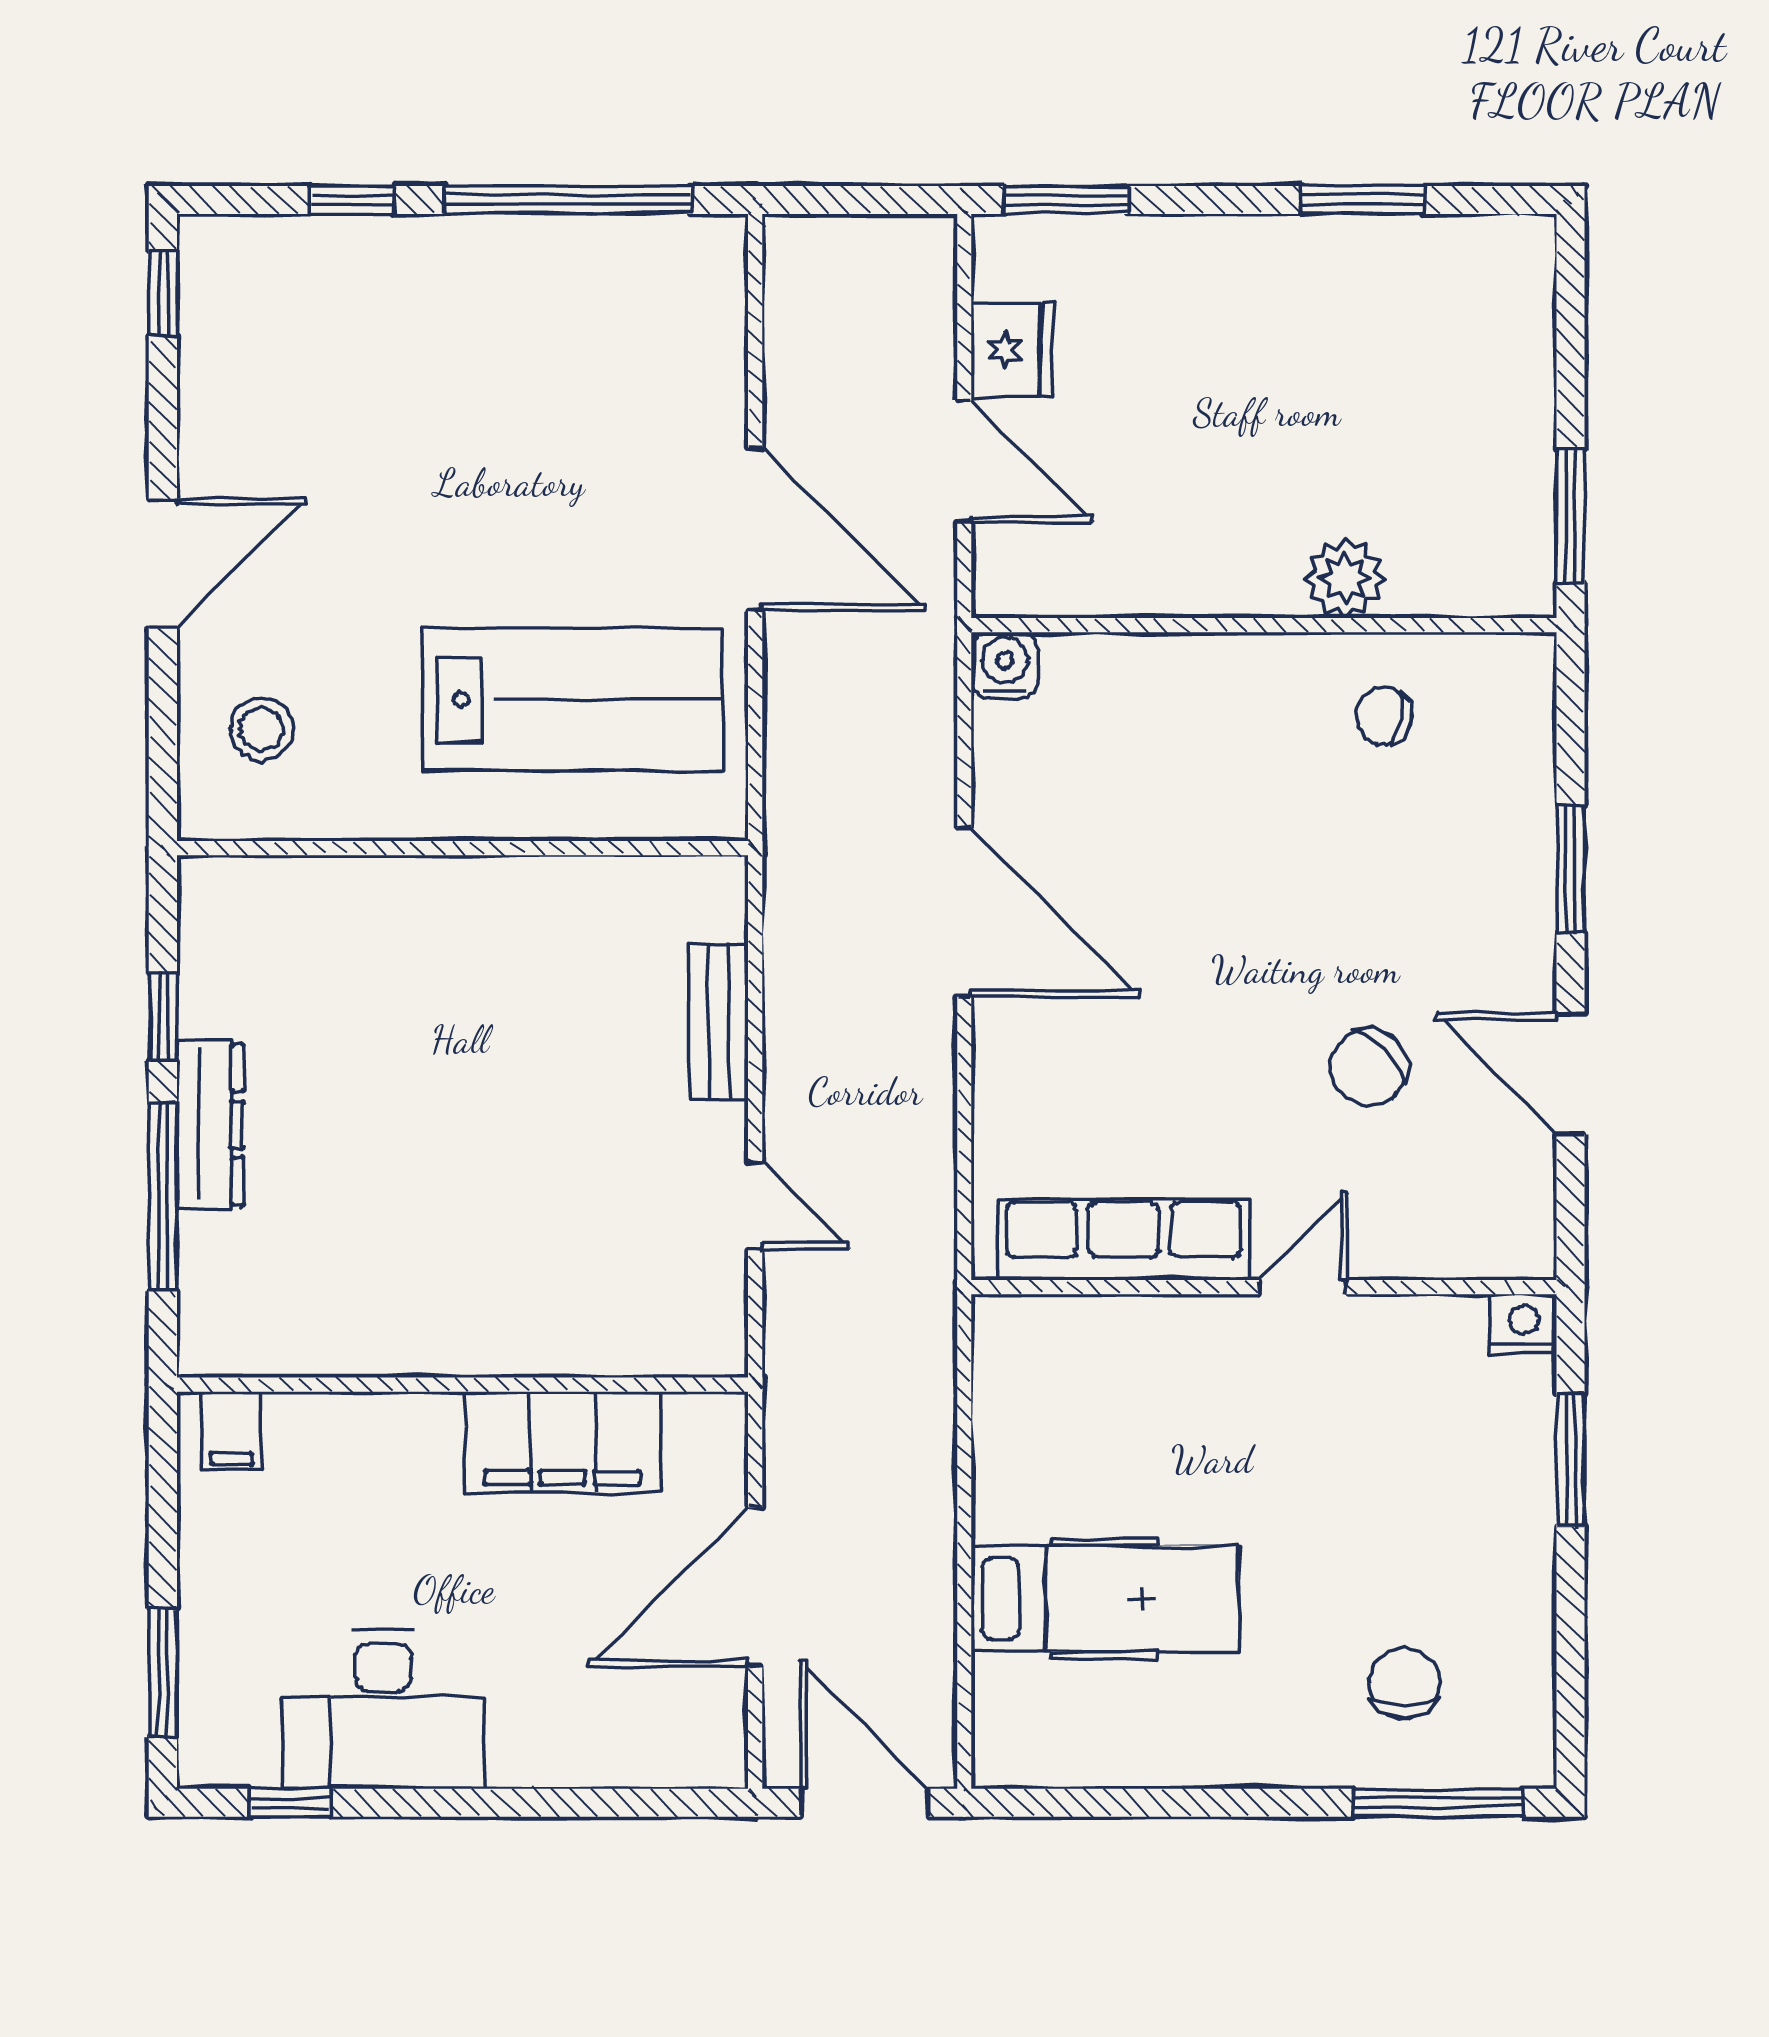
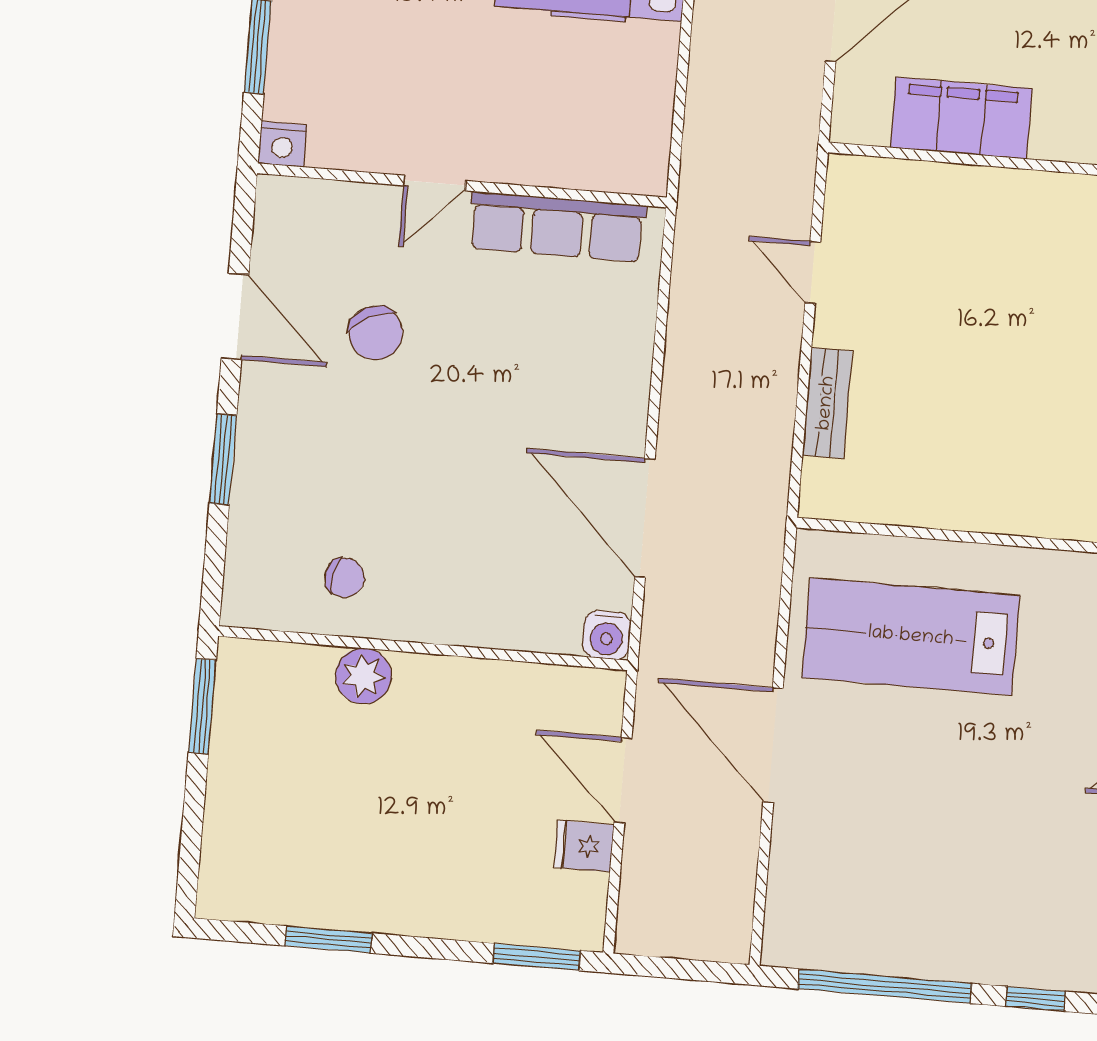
fridge: (1012, 350) -> (584, 846), width x0.72
door: (964, 912) -> (645, 518), moved
chair: (1369, 1067) -> (376, 333), turned 108

